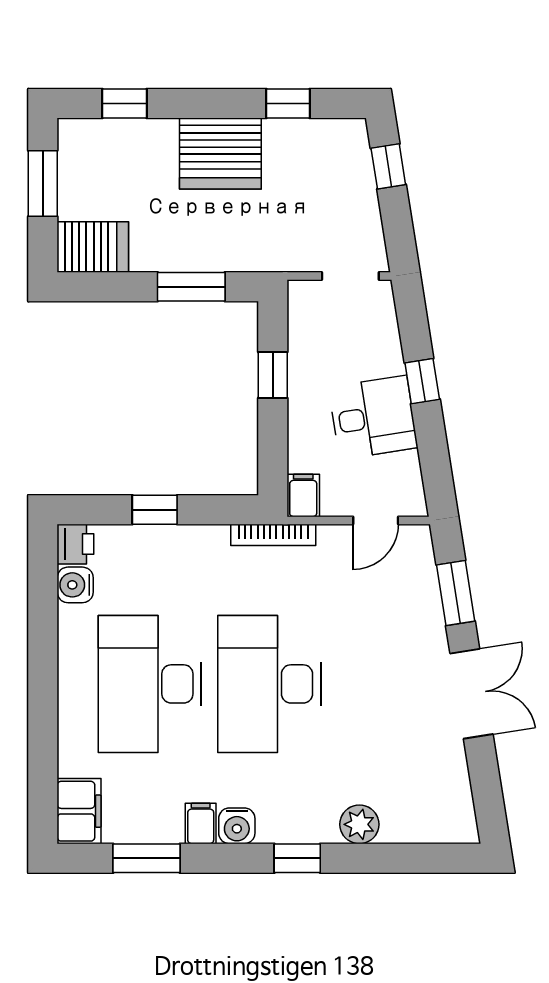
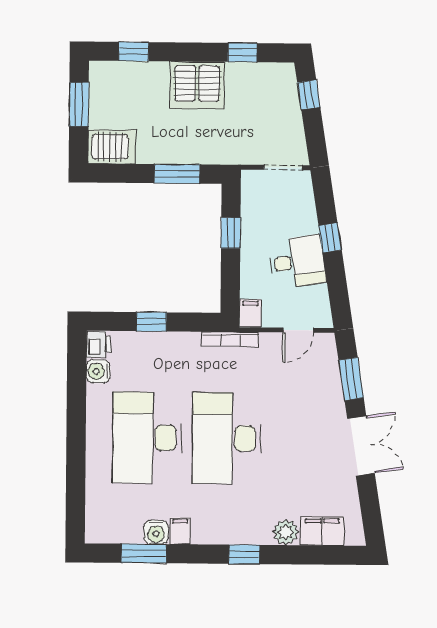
filing cabinet: (79, 811) -> (322, 531), moved, turned -90
water cooler: (237, 826) -> (156, 532), moved

